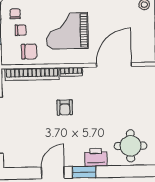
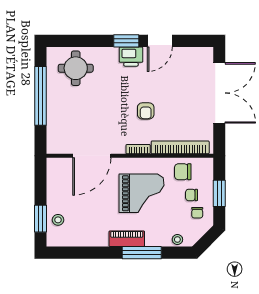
armchair: (65, 107) -> (146, 111), turned 180
printer: (96, 157) -> (131, 57), moved

